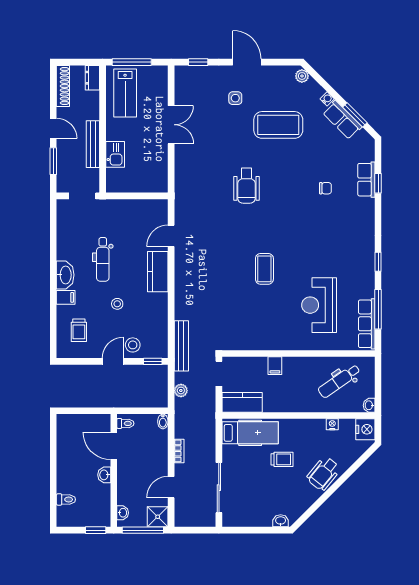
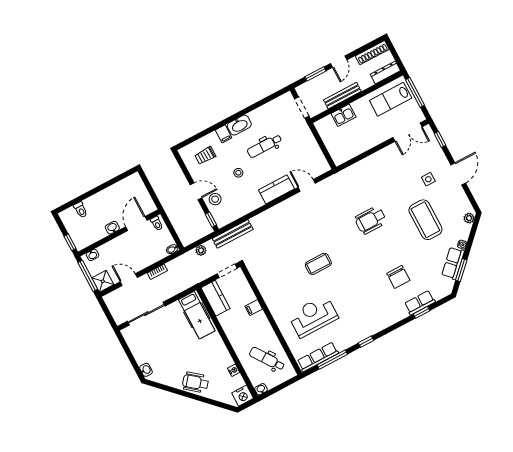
dresser: (92, 78) -> (385, 72), width x1.44
double door: (171, 125) -> (407, 132), moved
chair: (325, 188) -> (398, 277), width x1.87, depth x1.87
trolley: (282, 459) -> (190, 348), removed

